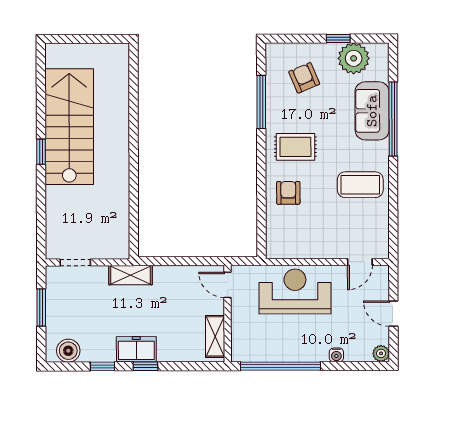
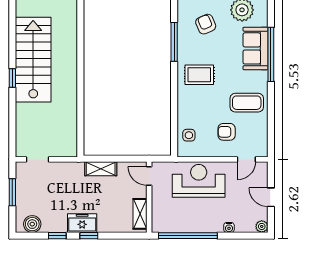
armchair: (288, 193) -> (227, 132), moved, turned -90
side table: (282, 229) -> (189, 135), added
shelving: (130, 275) -> (101, 169), moved

